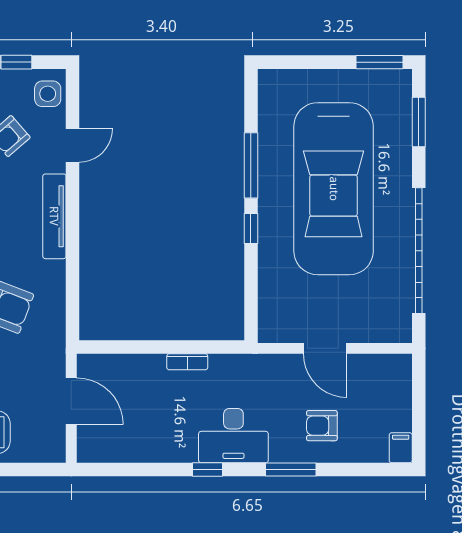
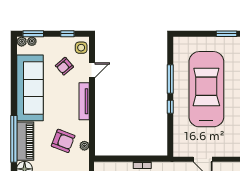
car: (334, 189) -> (206, 89), turned 180
plant: (55, 318) -> (84, 146), added

